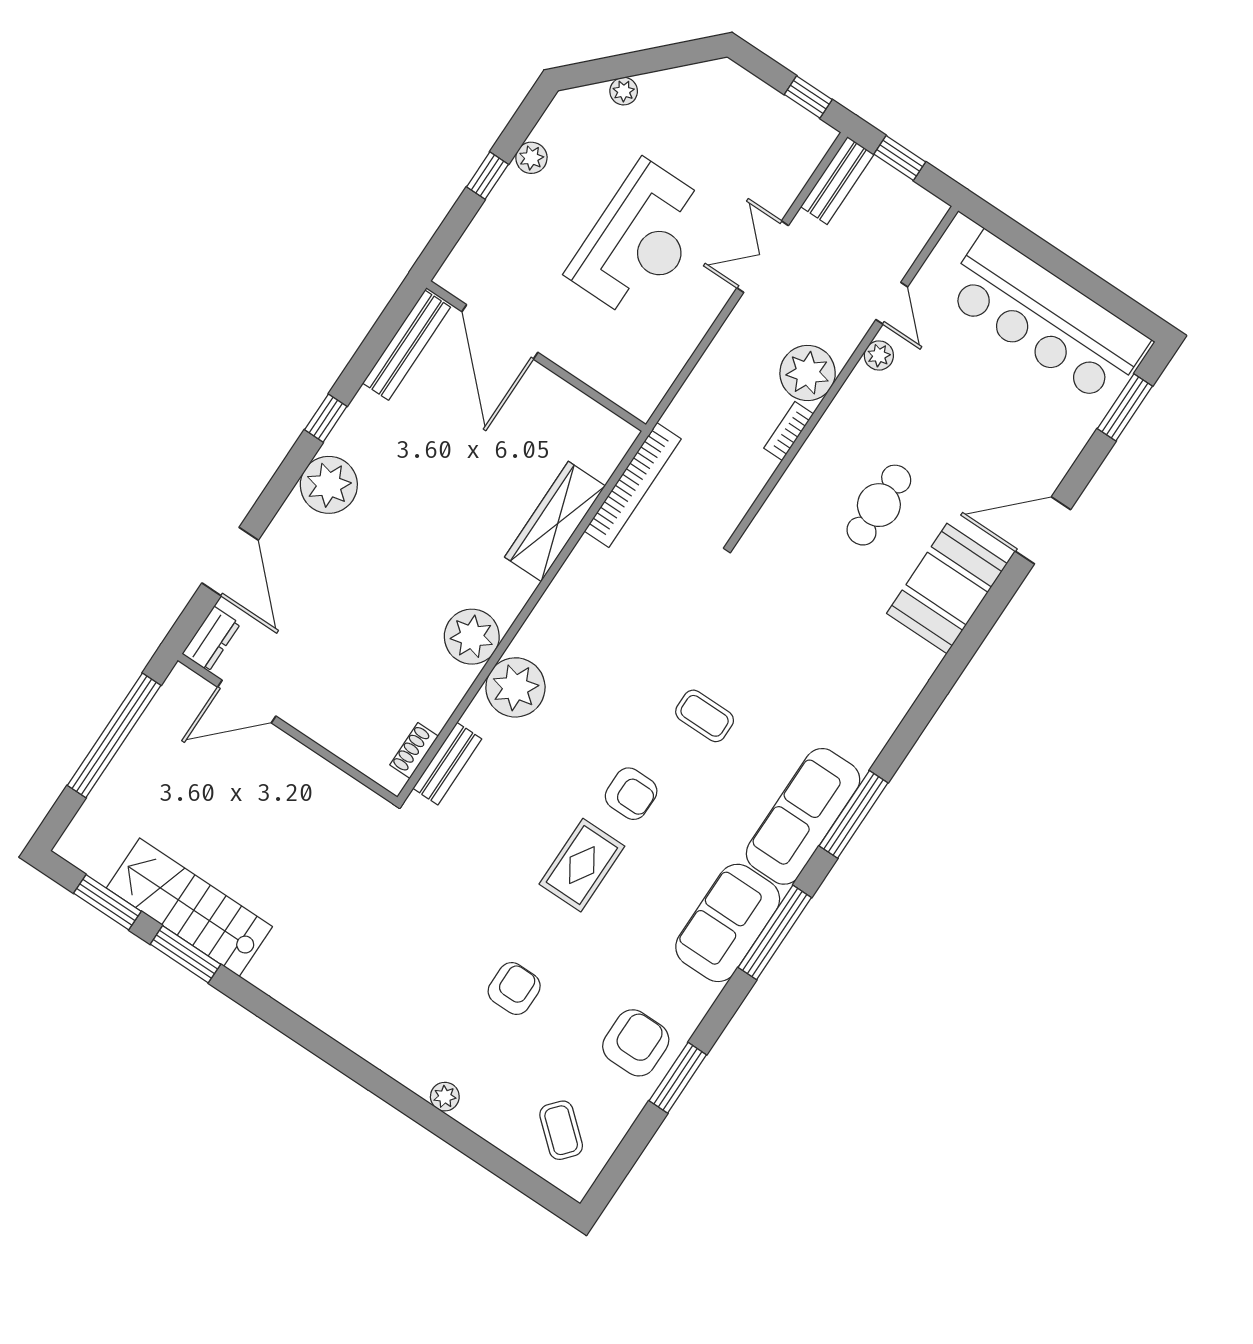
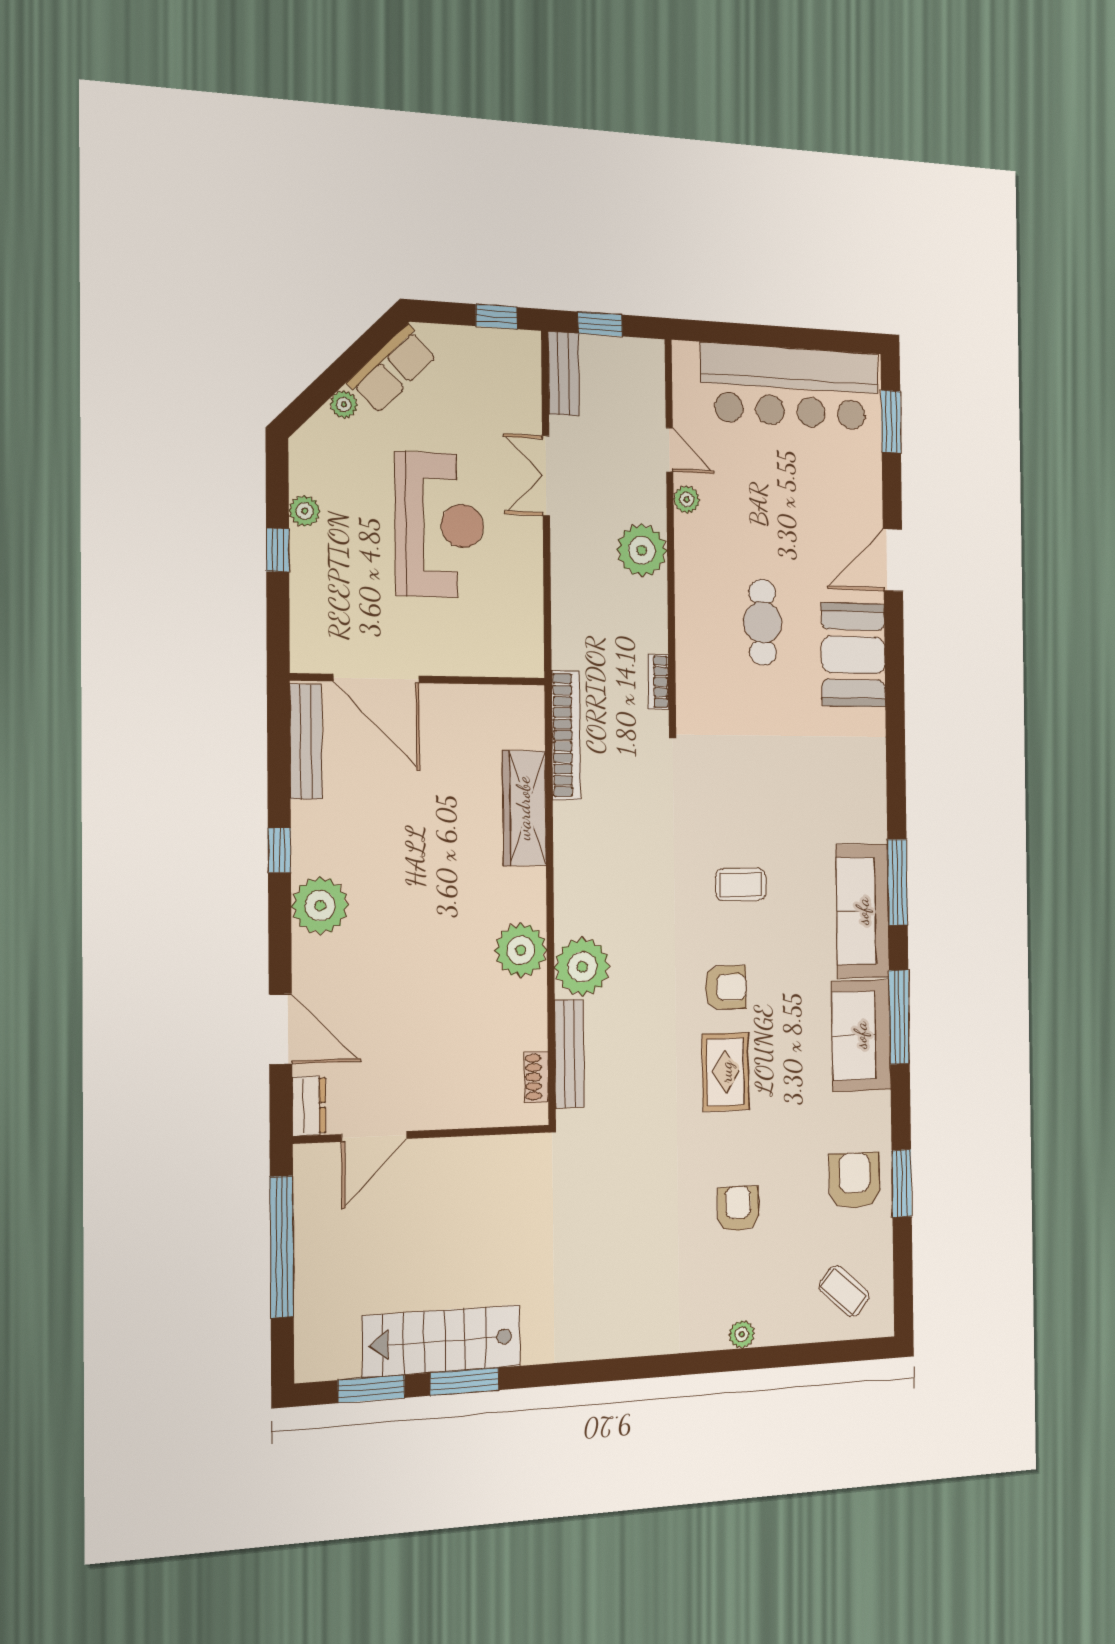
row of seats: (685, 87) -> (392, 369), added
bookcase: (789, 431) -> (658, 682), moved
bench: (447, 764) -> (569, 1054), width x1.36

